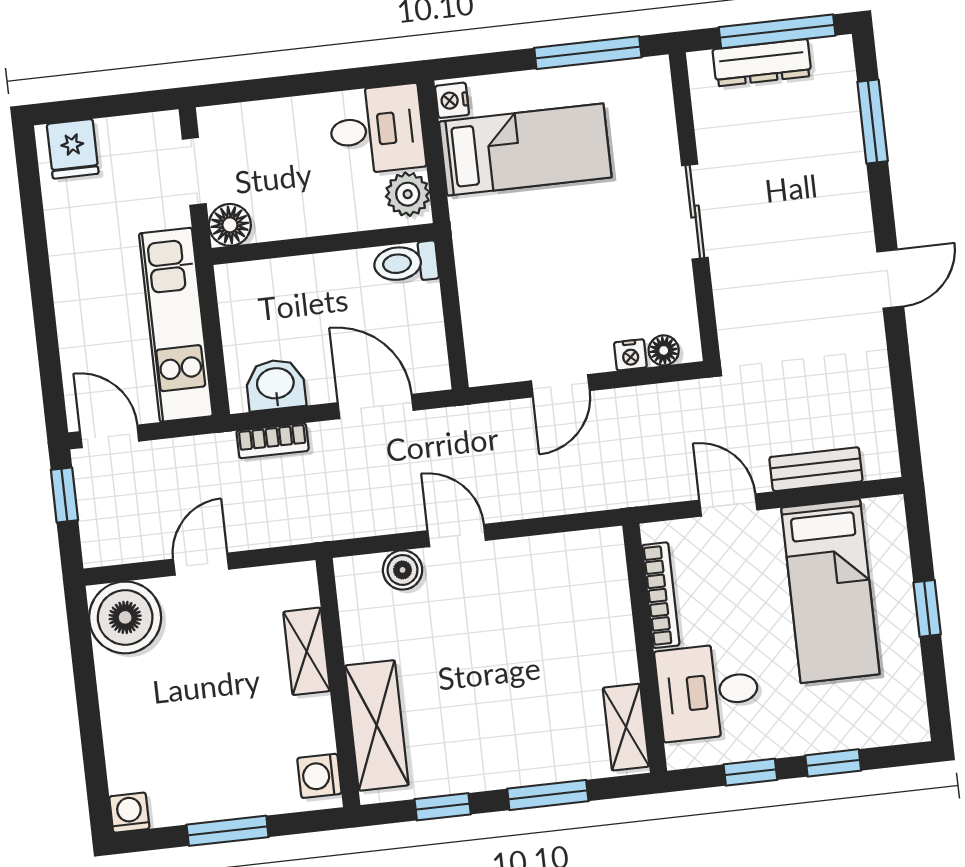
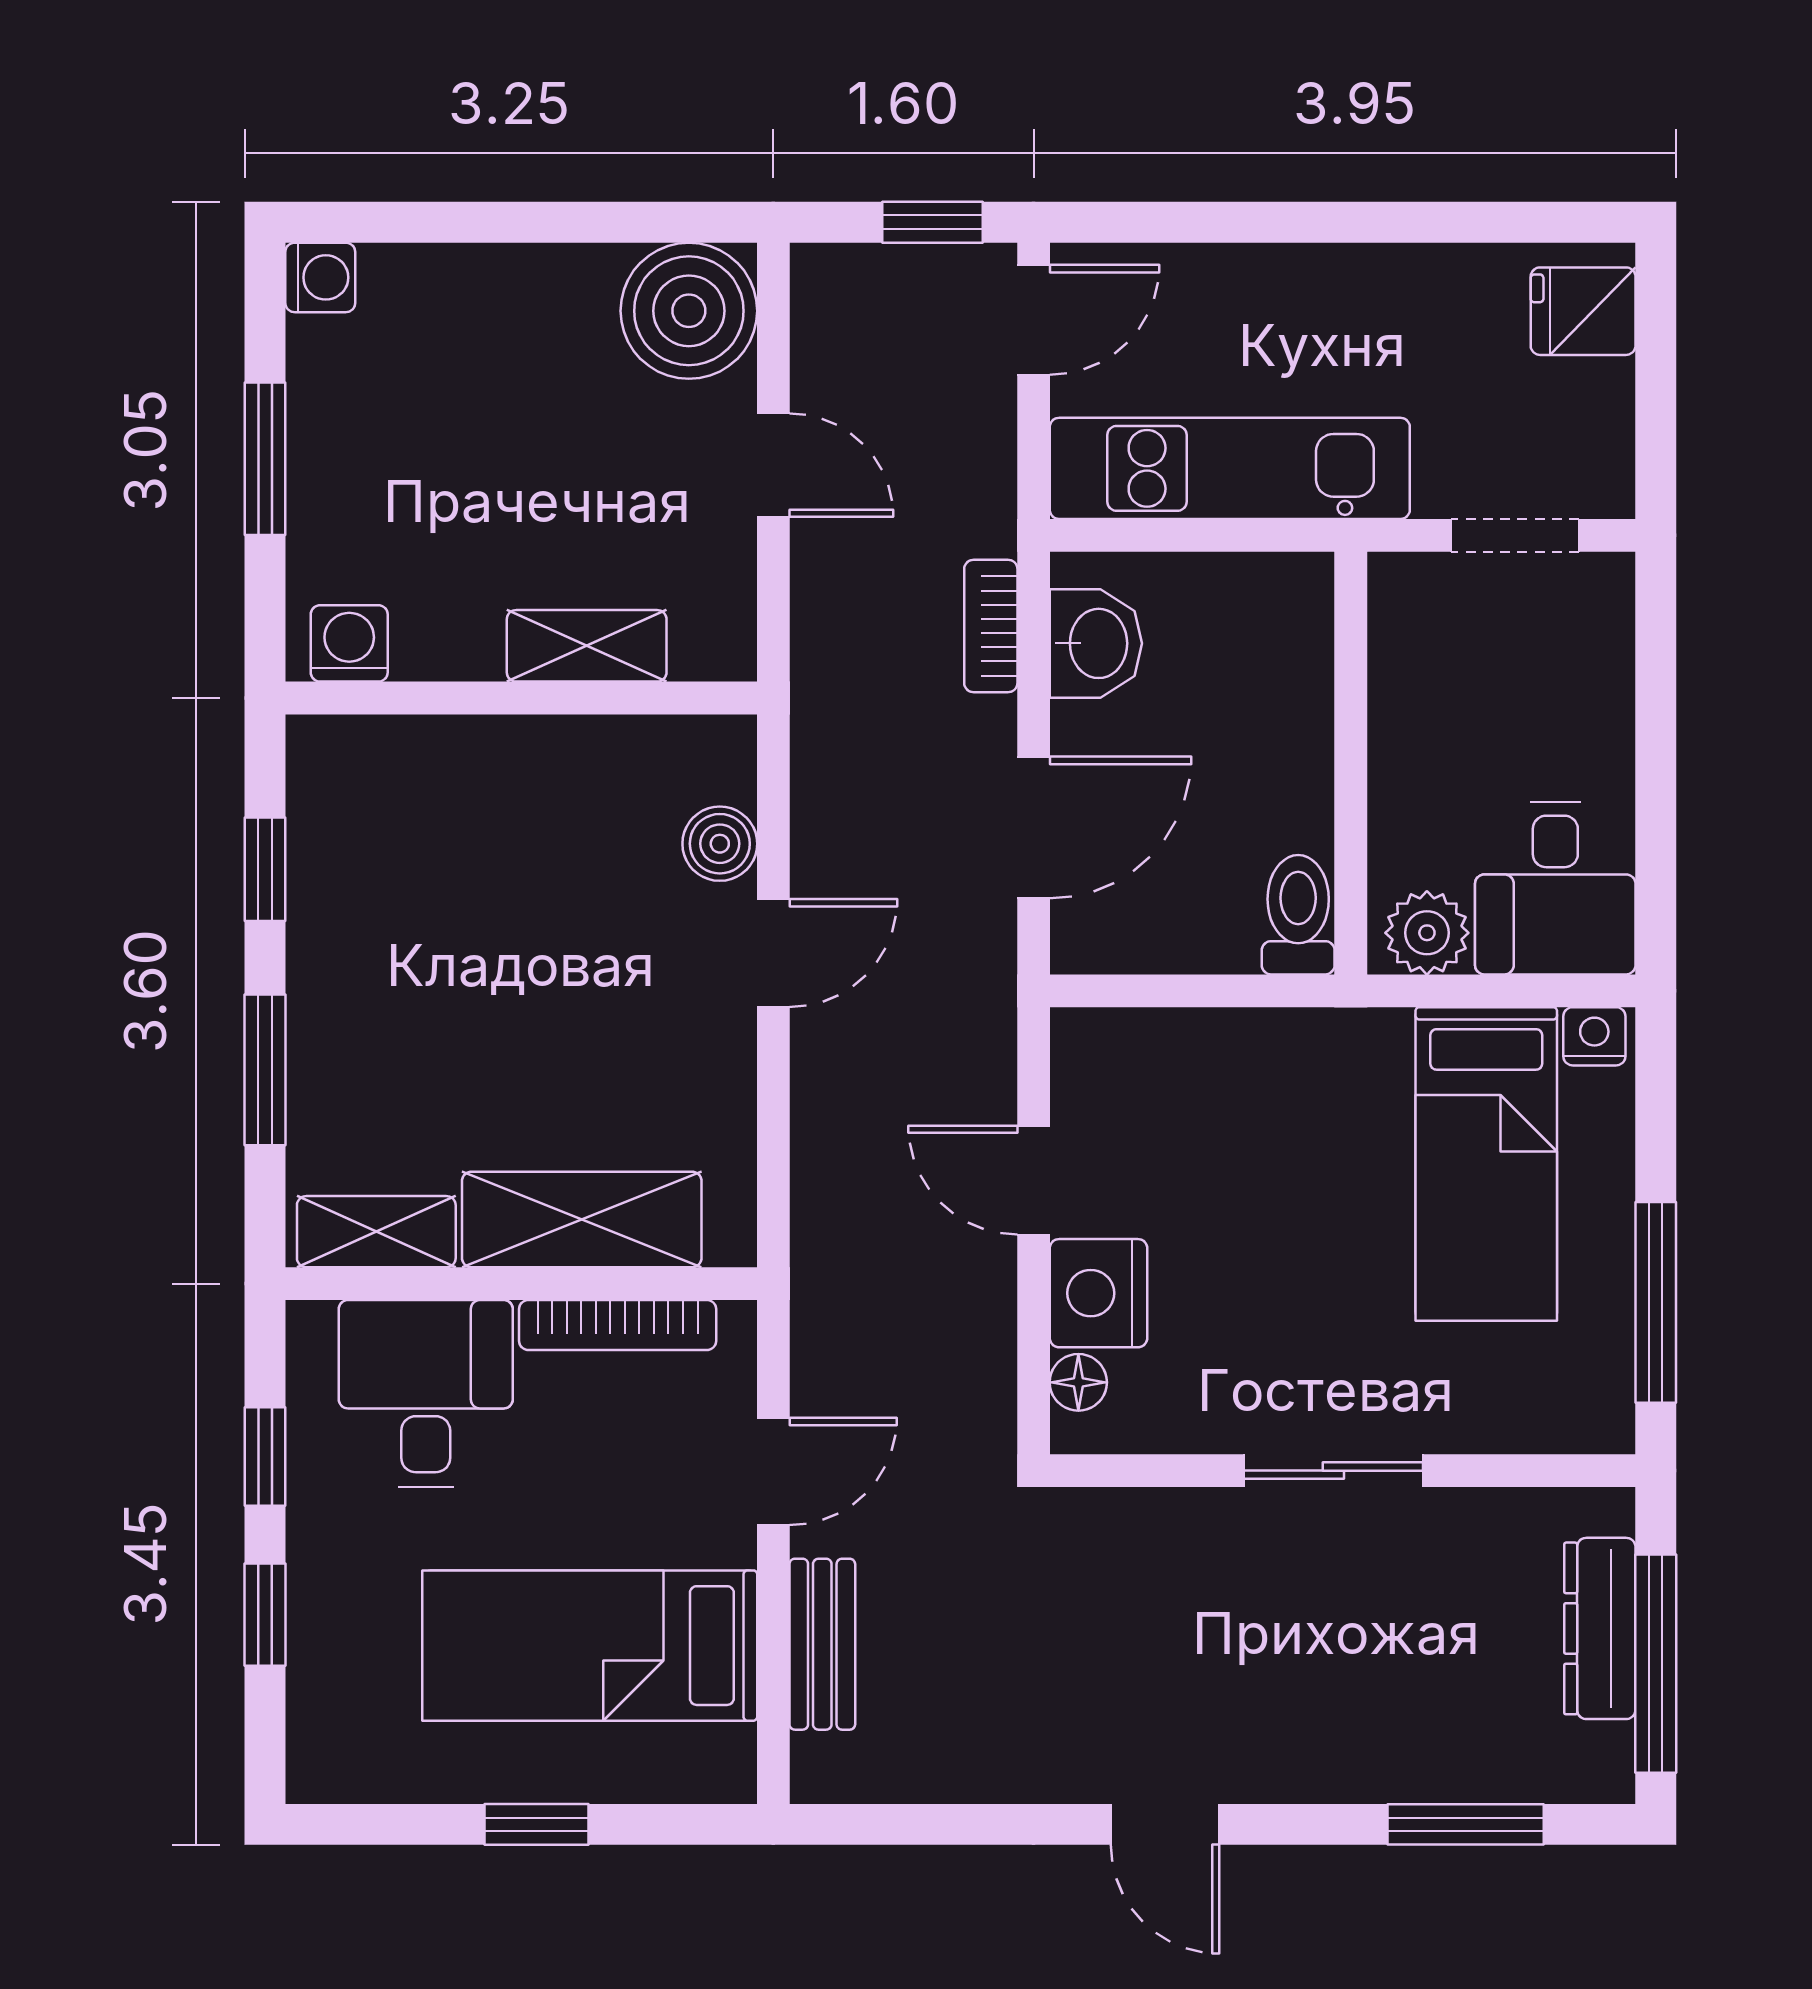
floor lamp: (230, 225) -> (1407, 591), removed
nightstand: (630, 355) -> (1099, 1293), width x1.89, depth x1.79
shelving: (377, 725) -> (582, 1219), moved

